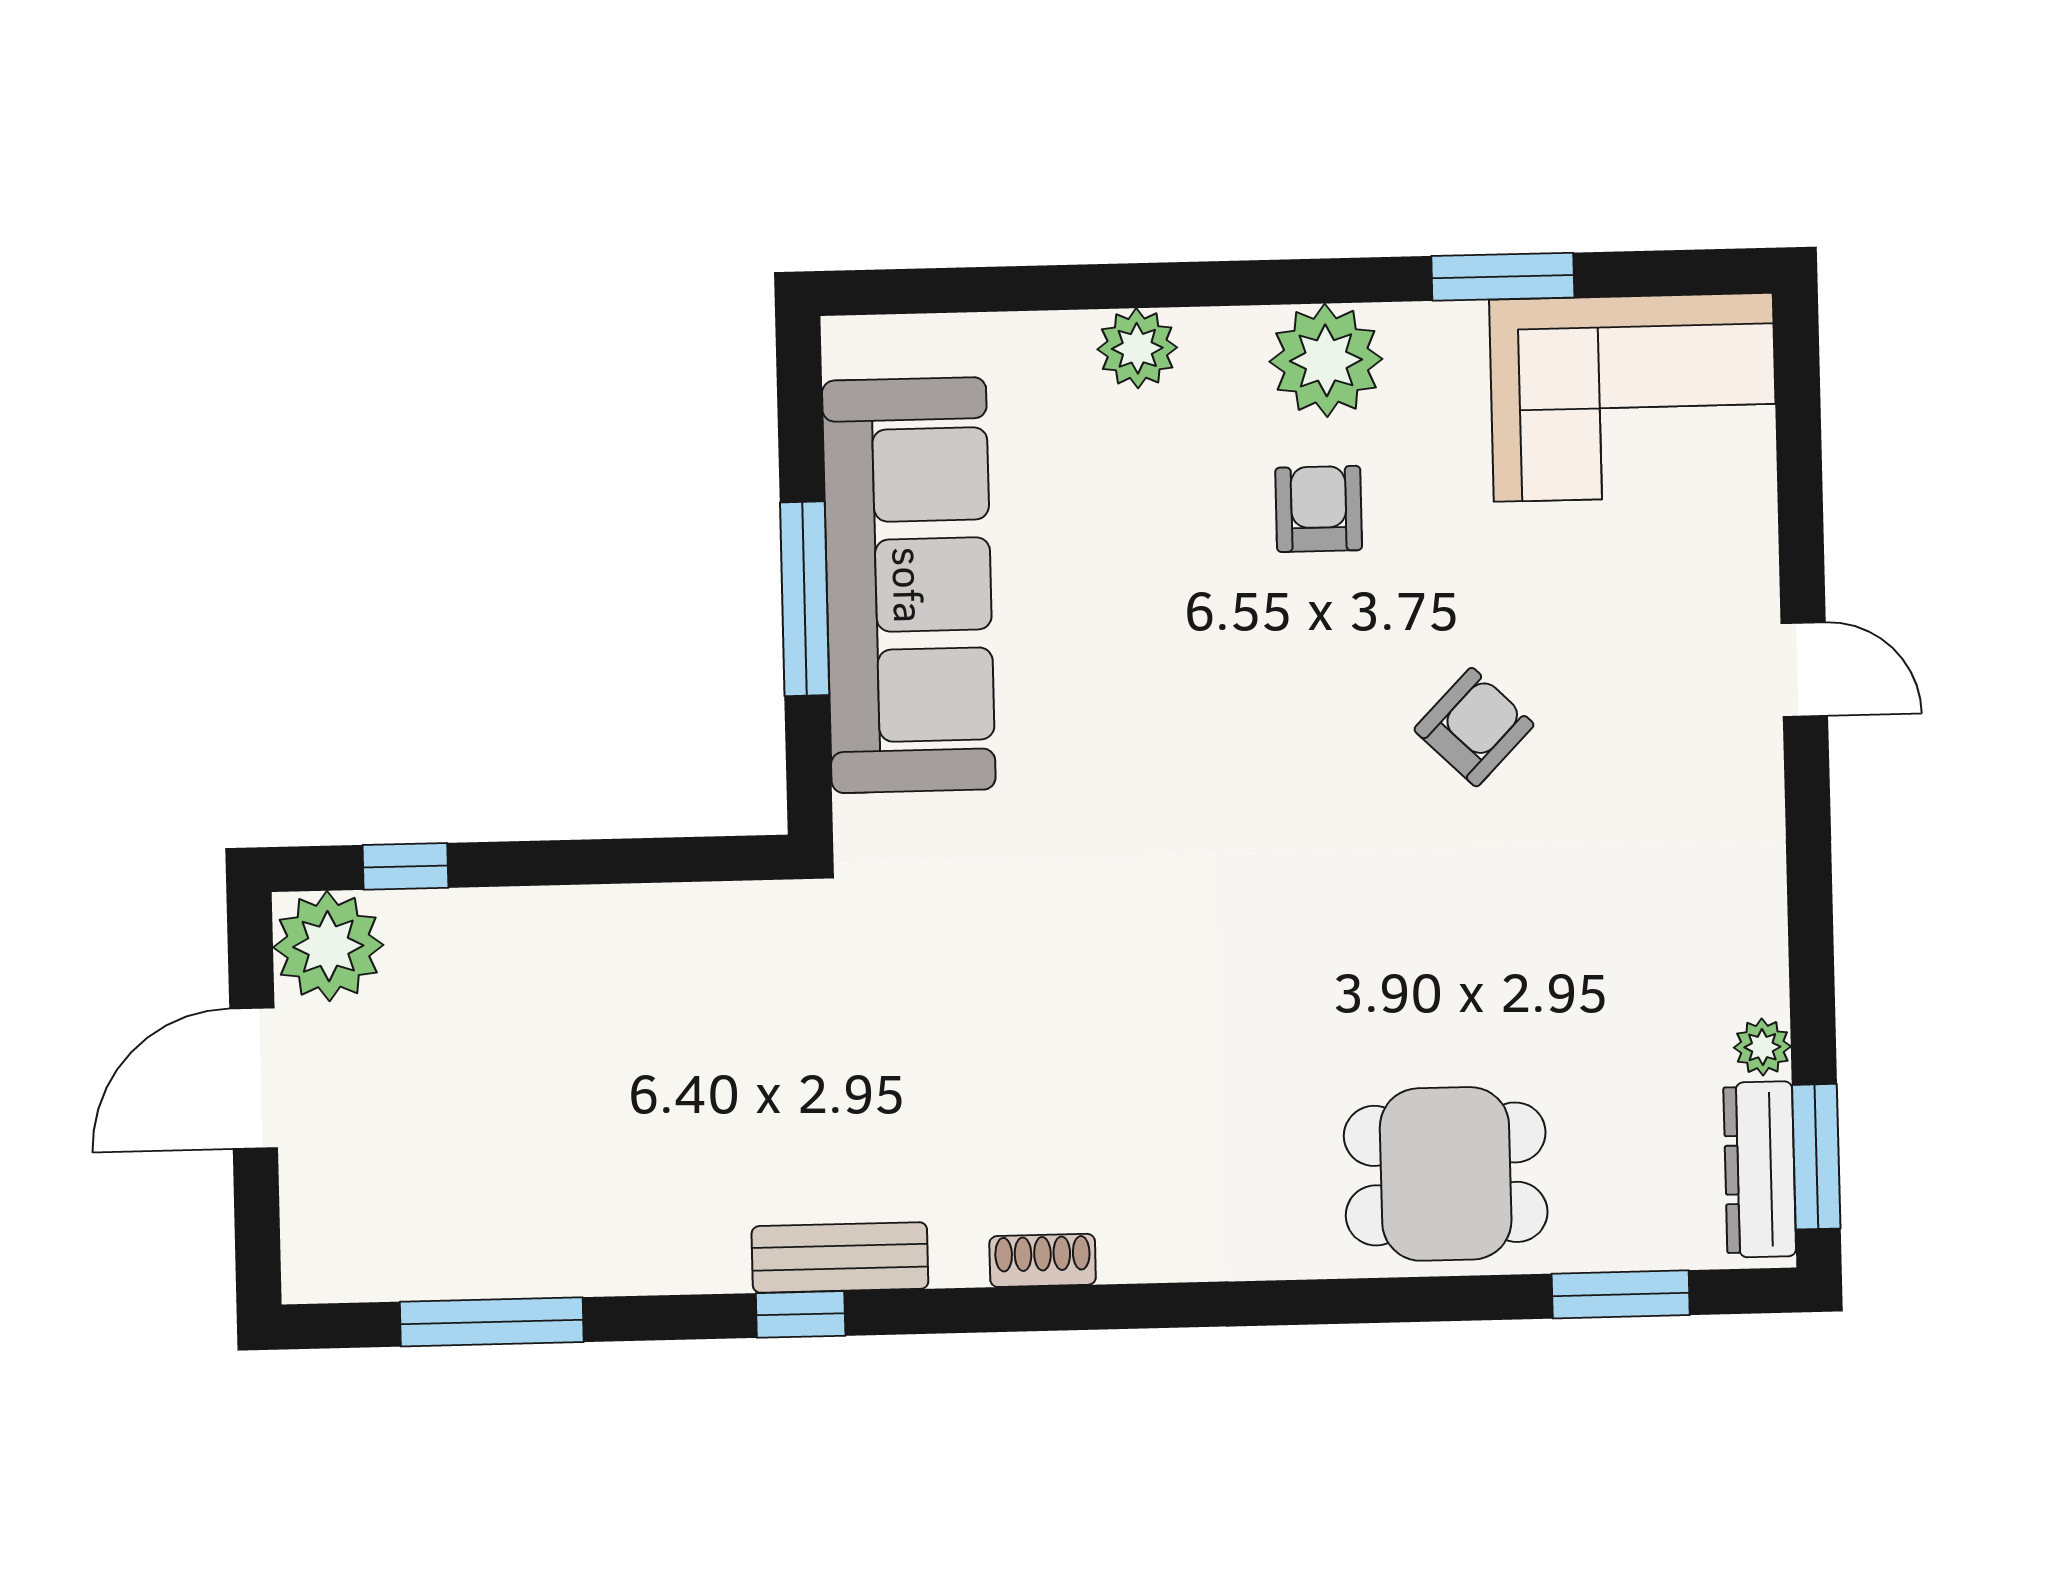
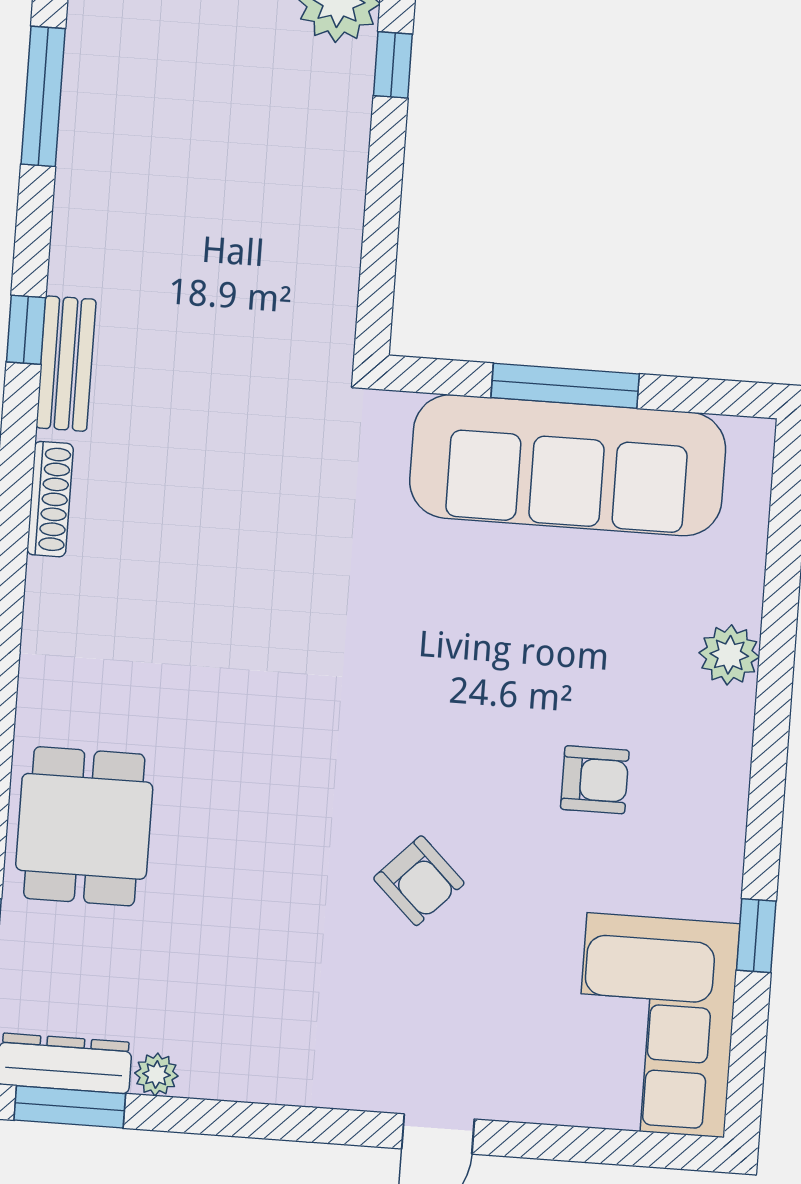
window: (1503, 277) -> (756, 936), width x0.67
plant: (1326, 360) -> (706, 796), removed
shoe rack: (1043, 1260) -> (50, 499), width x1.43

